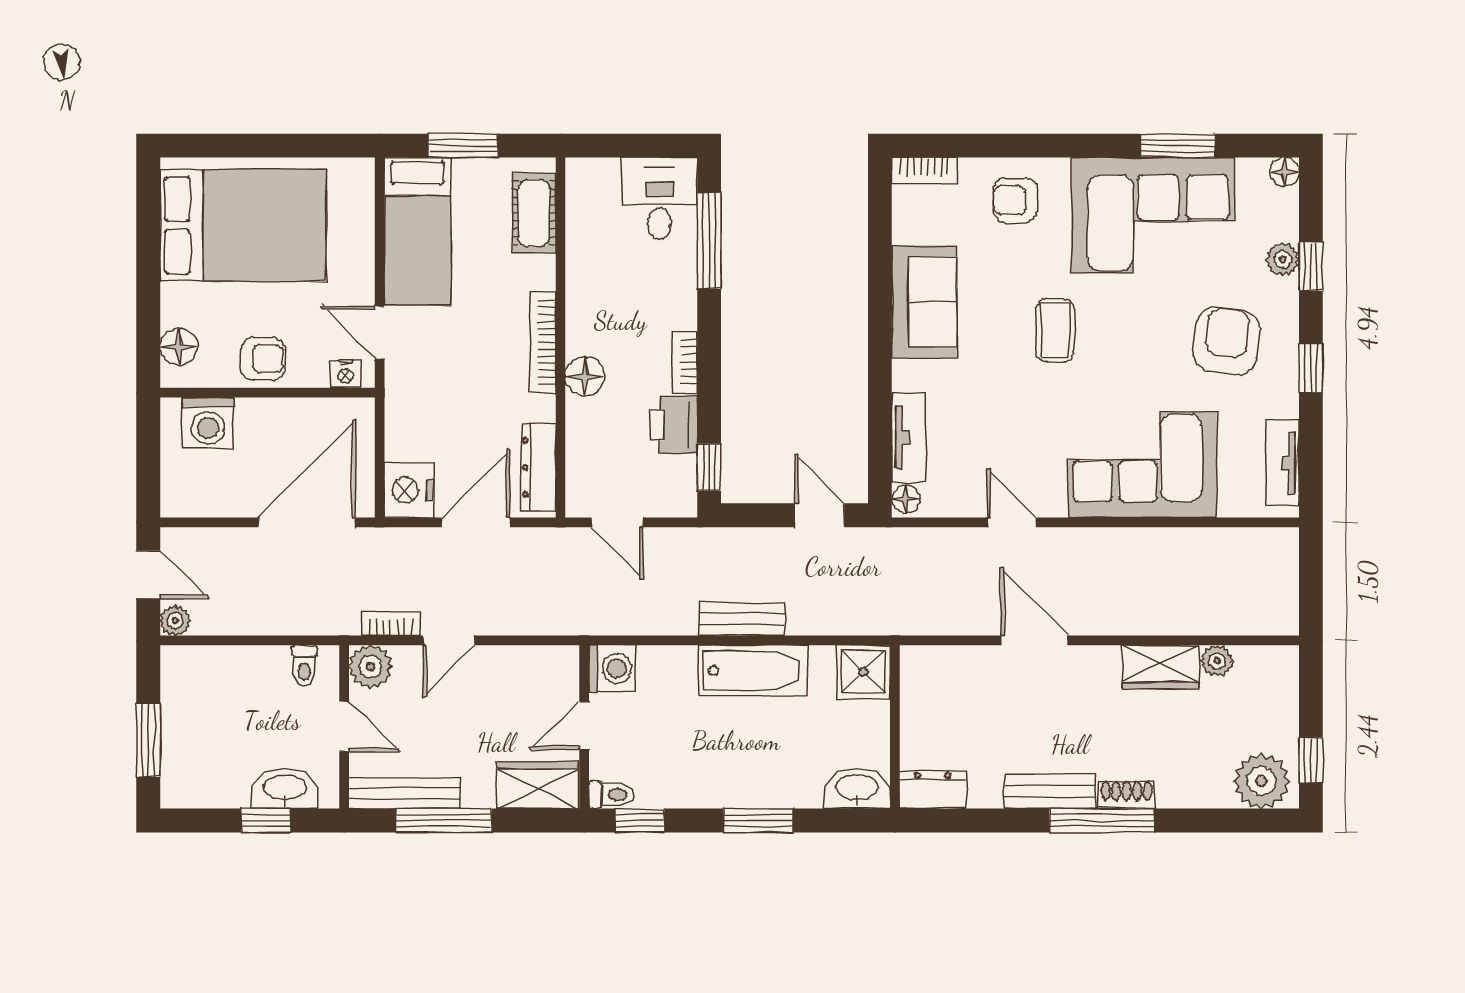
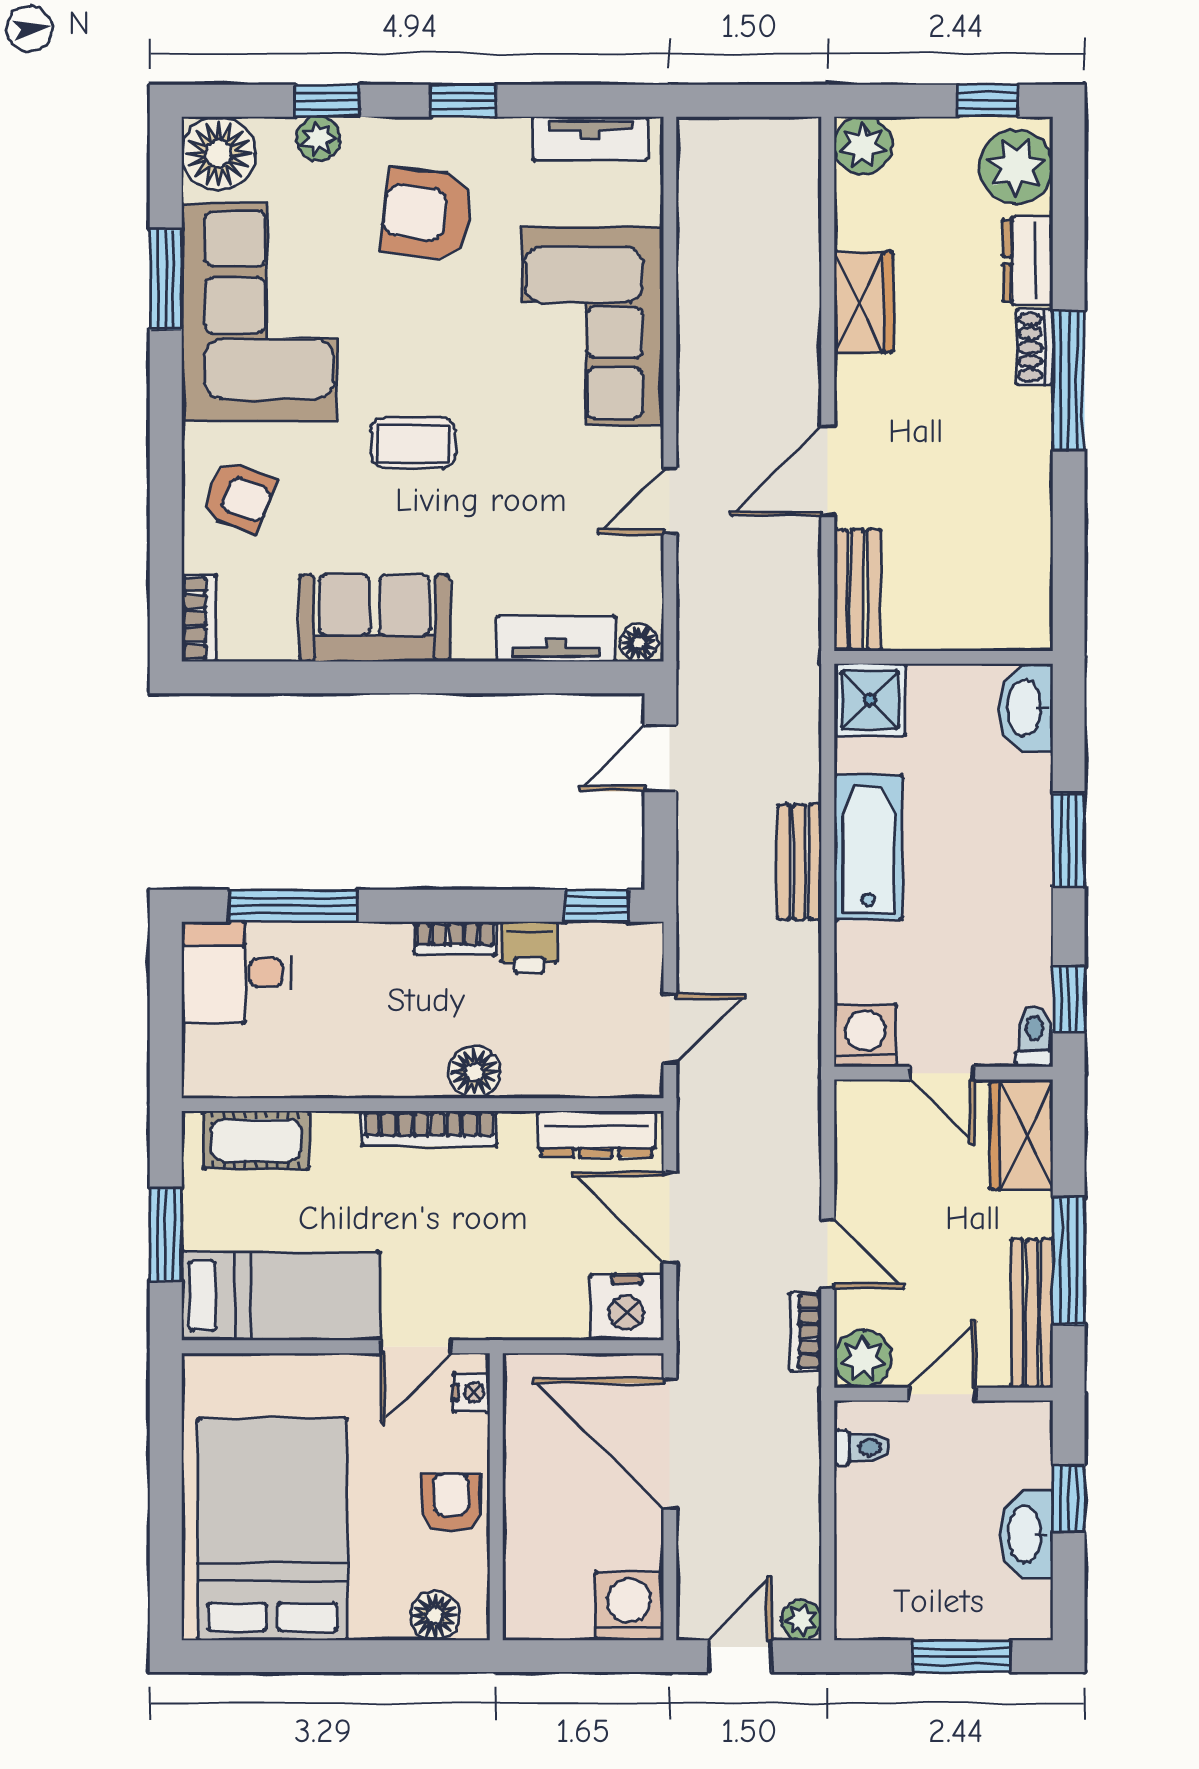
floor lamp: (1284, 172) -> (219, 154), width x1.89, depth x1.89
armchair: (1015, 200) -> (239, 496), turned -68
washing machine: (208, 423) -> (629, 1606), moved, turned -90
printer: (673, 425) -> (529, 947), width x0.73, depth x0.81
plant: (1217, 661) -> (863, 145), moved, width x1.38, depth x1.38
washbasin: (285, 789) -> (1026, 1534), moved
dresser: (933, 790) -> (1028, 260), moved
bench: (1049, 791) -> (857, 590), moved

